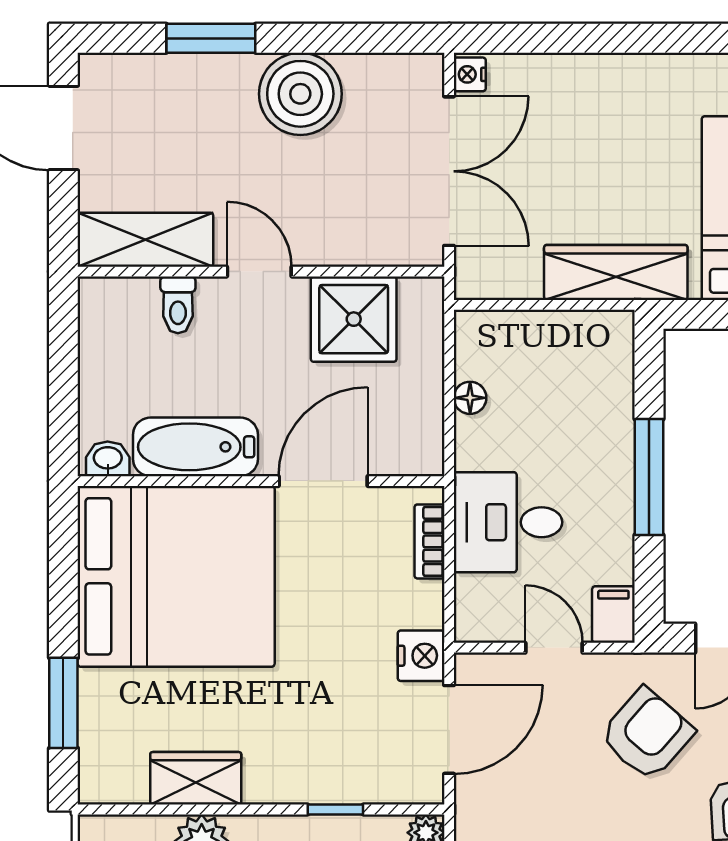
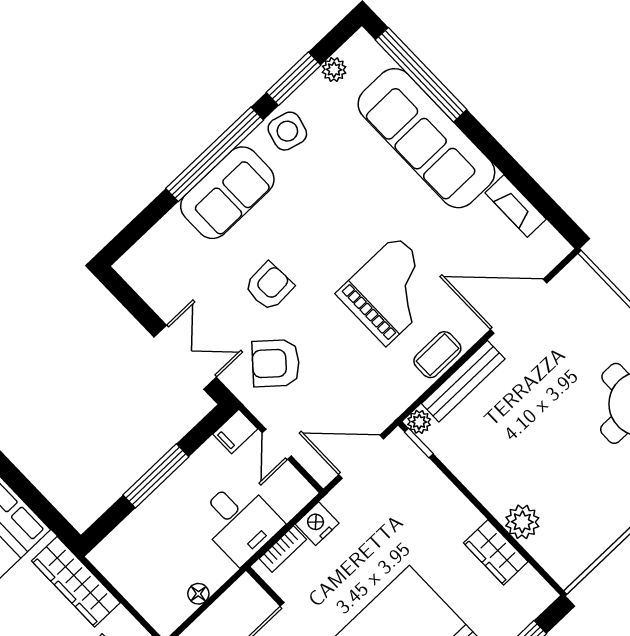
nightstand: (421, 656) -> (317, 524), moved
window: (335, 810) -> (419, 443), moved

